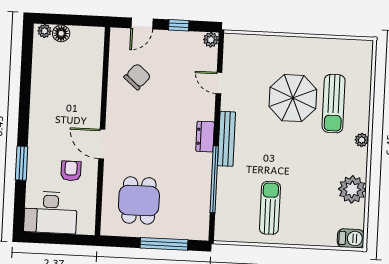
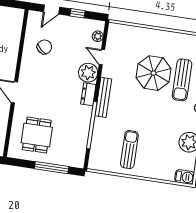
plant: (211, 40) -> (98, 36), moved
plant: (202, 106) -> (88, 73), added

